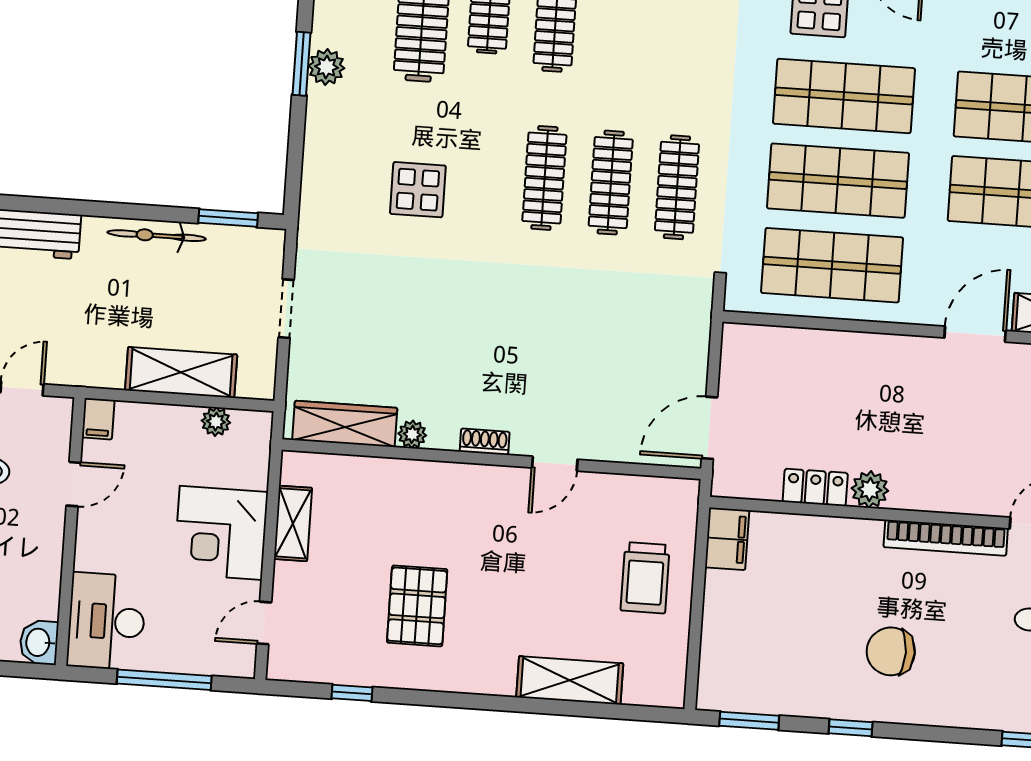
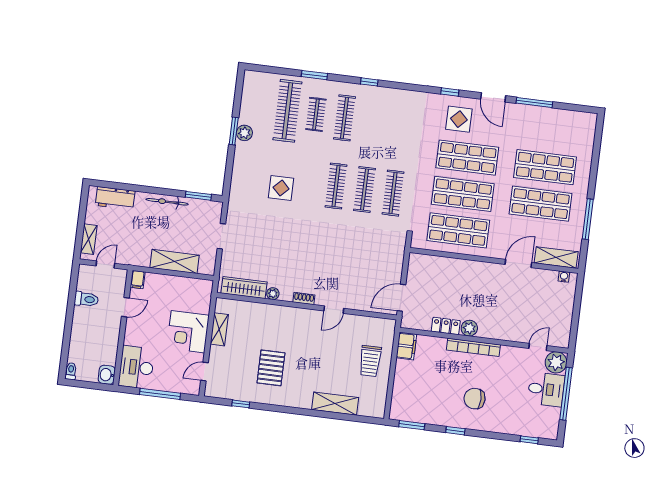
plant: (216, 422) -> (188, 284), removed
bookcase: (946, 538) -> (473, 347), moved

